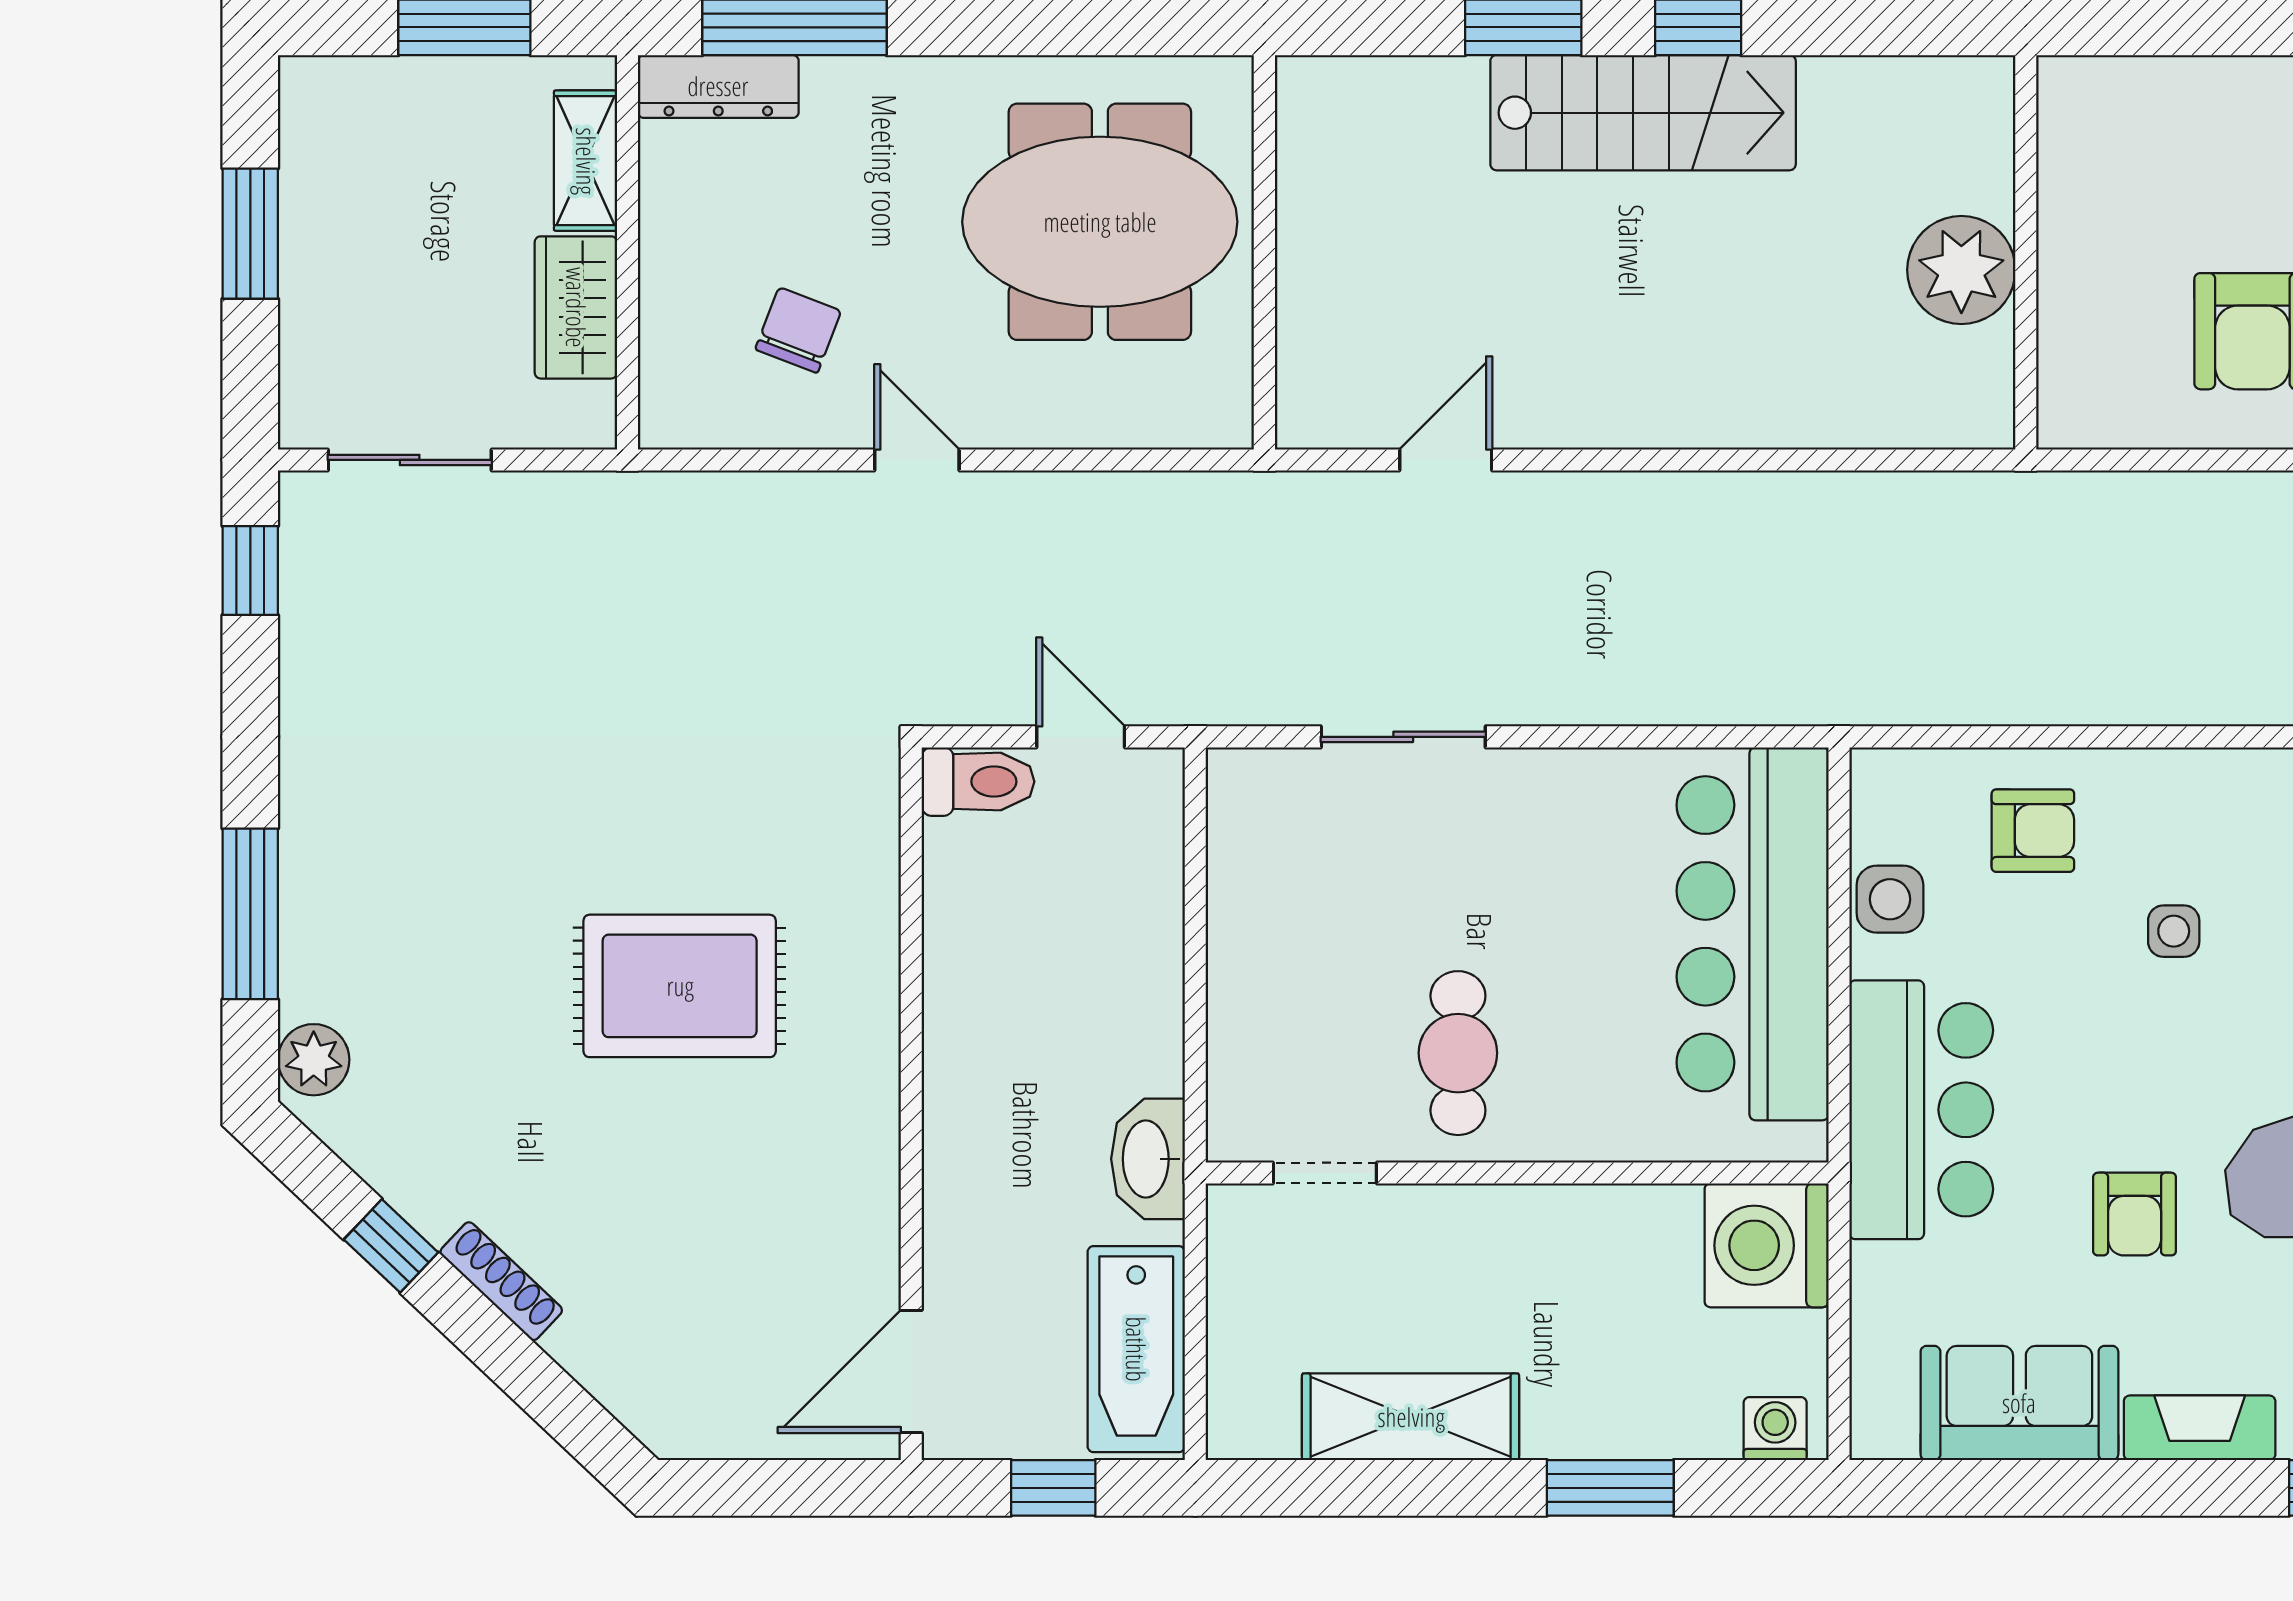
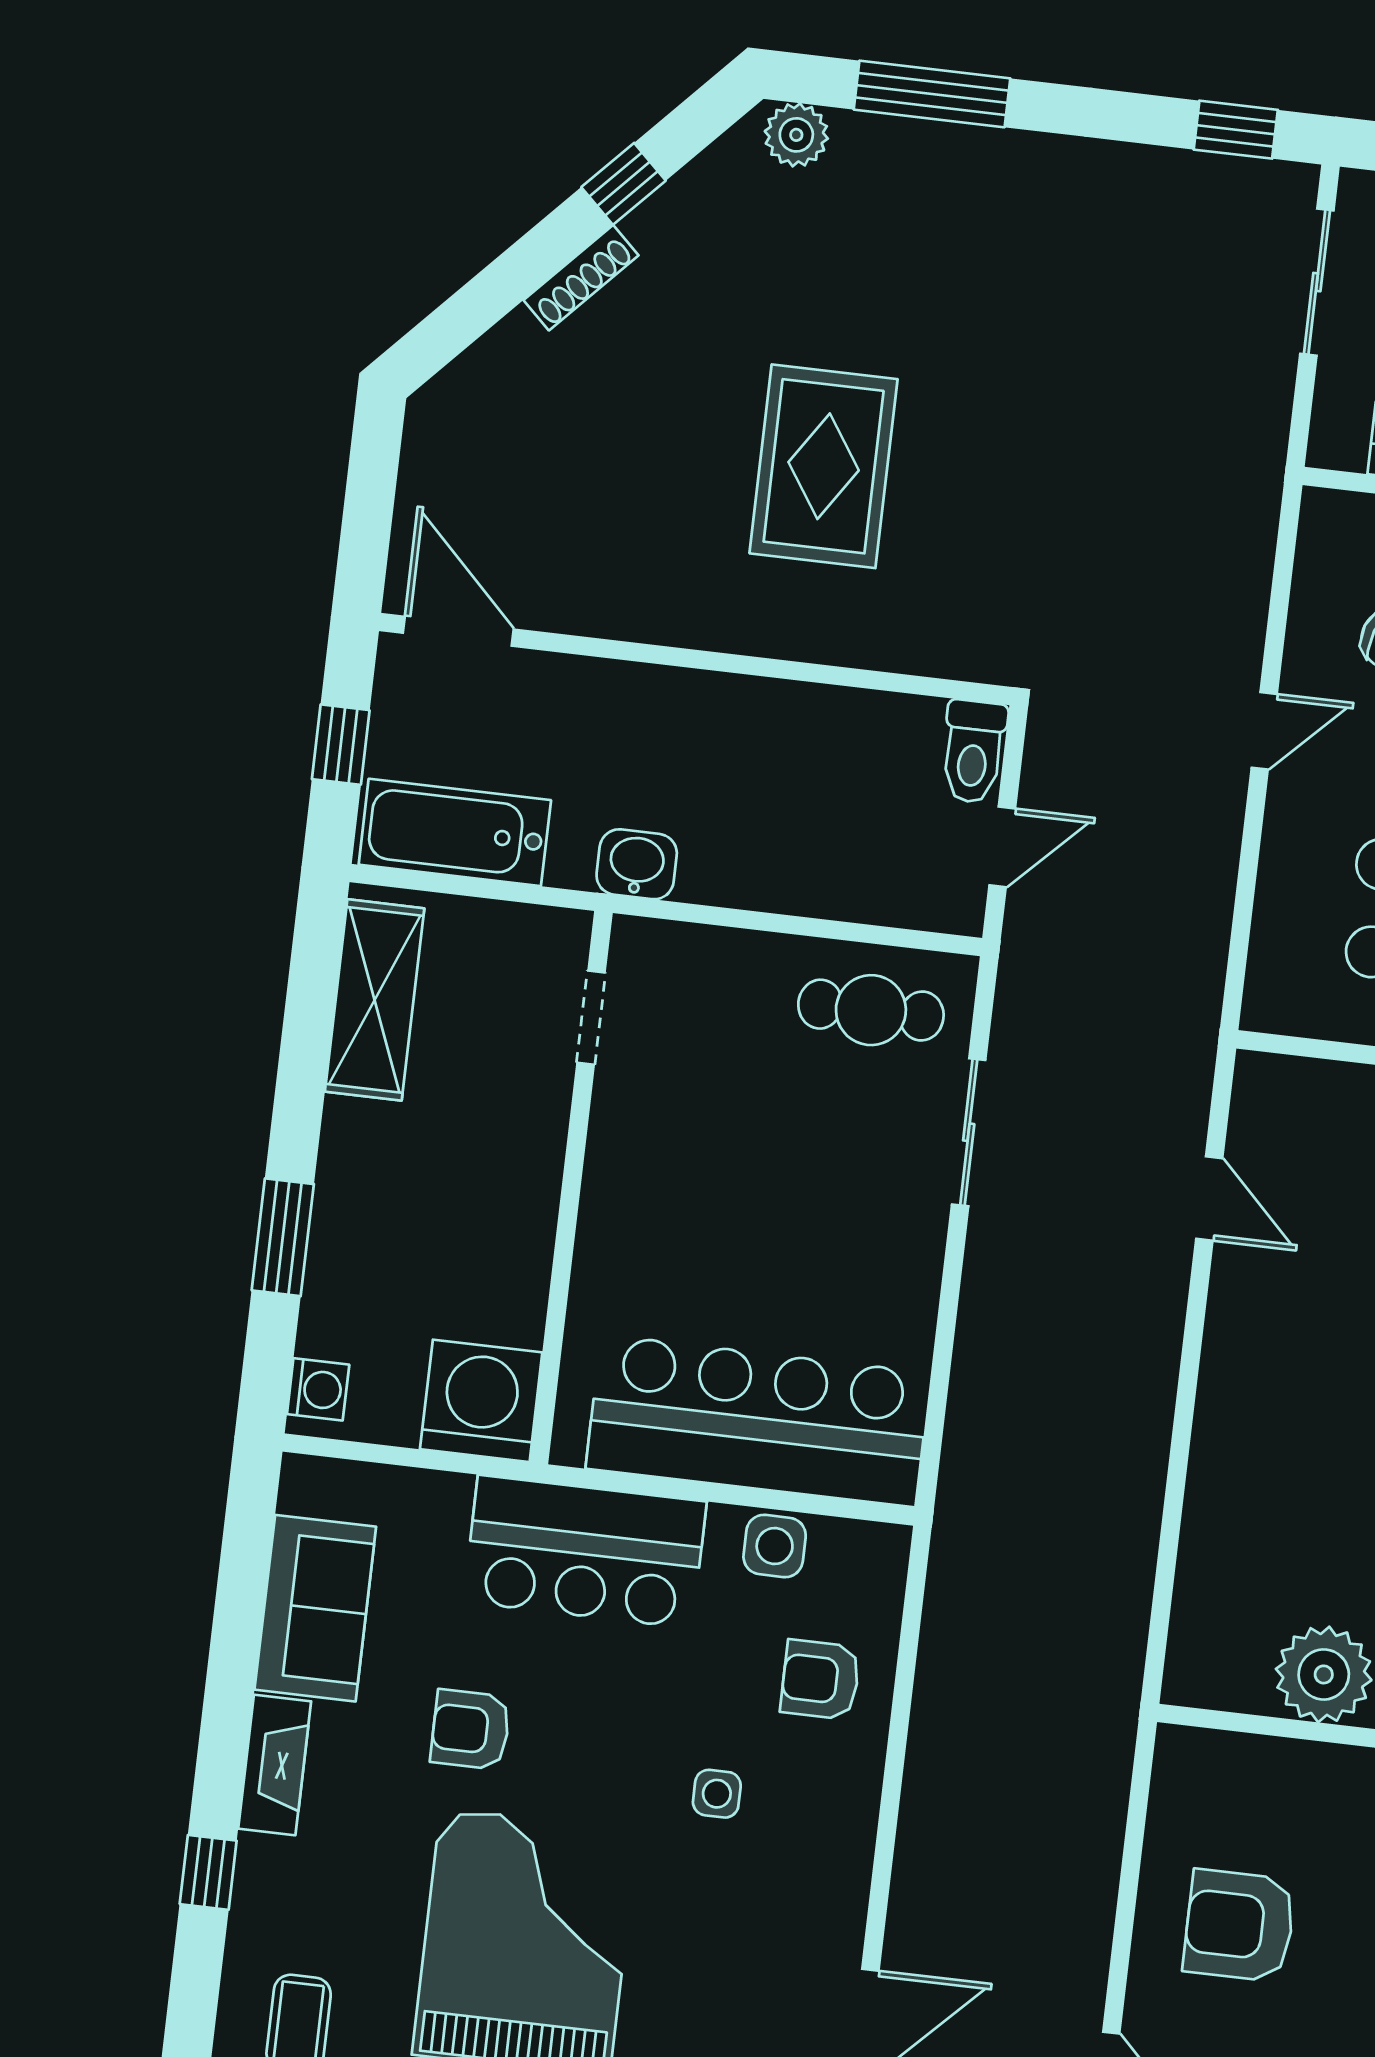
armchair: (2033, 831) -> (820, 1680), turned 90
cafe table: (1458, 1053) -> (871, 1010), moved
washbasin: (1148, 1159) -> (637, 864), width x0.72
shelving: (1411, 1417) -> (375, 1000), moved

